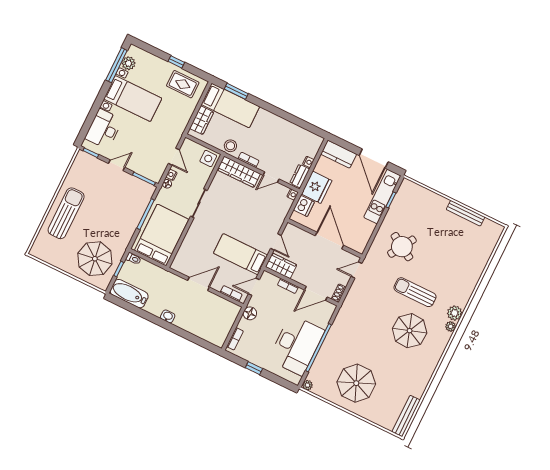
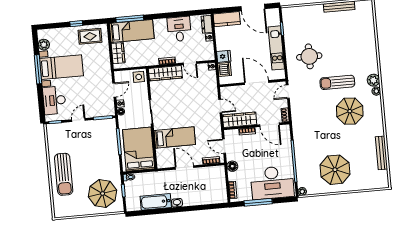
window: (116, 65) -> (38, 69), moved
window: (236, 91) -> (130, 19), width x1.44
desk: (282, 134) -> (179, 29), added
stool: (230, 146) -> (149, 59), removed
door: (174, 157) -> (114, 90), hinge flipped
dresser: (300, 176) -> (207, 24), moved
door: (271, 177) -> (190, 63), hinge flipped
fridge: (317, 187) -> (224, 56), width x0.53, depth x0.75
kitchen unit: (382, 197) -> (276, 48), moved
sun lounger: (66, 213) -> (64, 174), turned 180
round table: (402, 247) -> (309, 56), turned -31
bed: (240, 254) -> (175, 137), moved, turned 180
wardrobe: (281, 266) -> (240, 120), width x1.50
door: (198, 284) -> (185, 167), hinge flipped
door: (254, 287) -> (224, 146), hinge flipped
door: (316, 293) -> (270, 125), hinge flipped
bathtub: (129, 294) -> (156, 202), moved
desk: (296, 345) -> (272, 183), moved, turned 90
window: (254, 368) -> (258, 202), width x2.17
bench: (406, 416) -> (381, 153), moved

